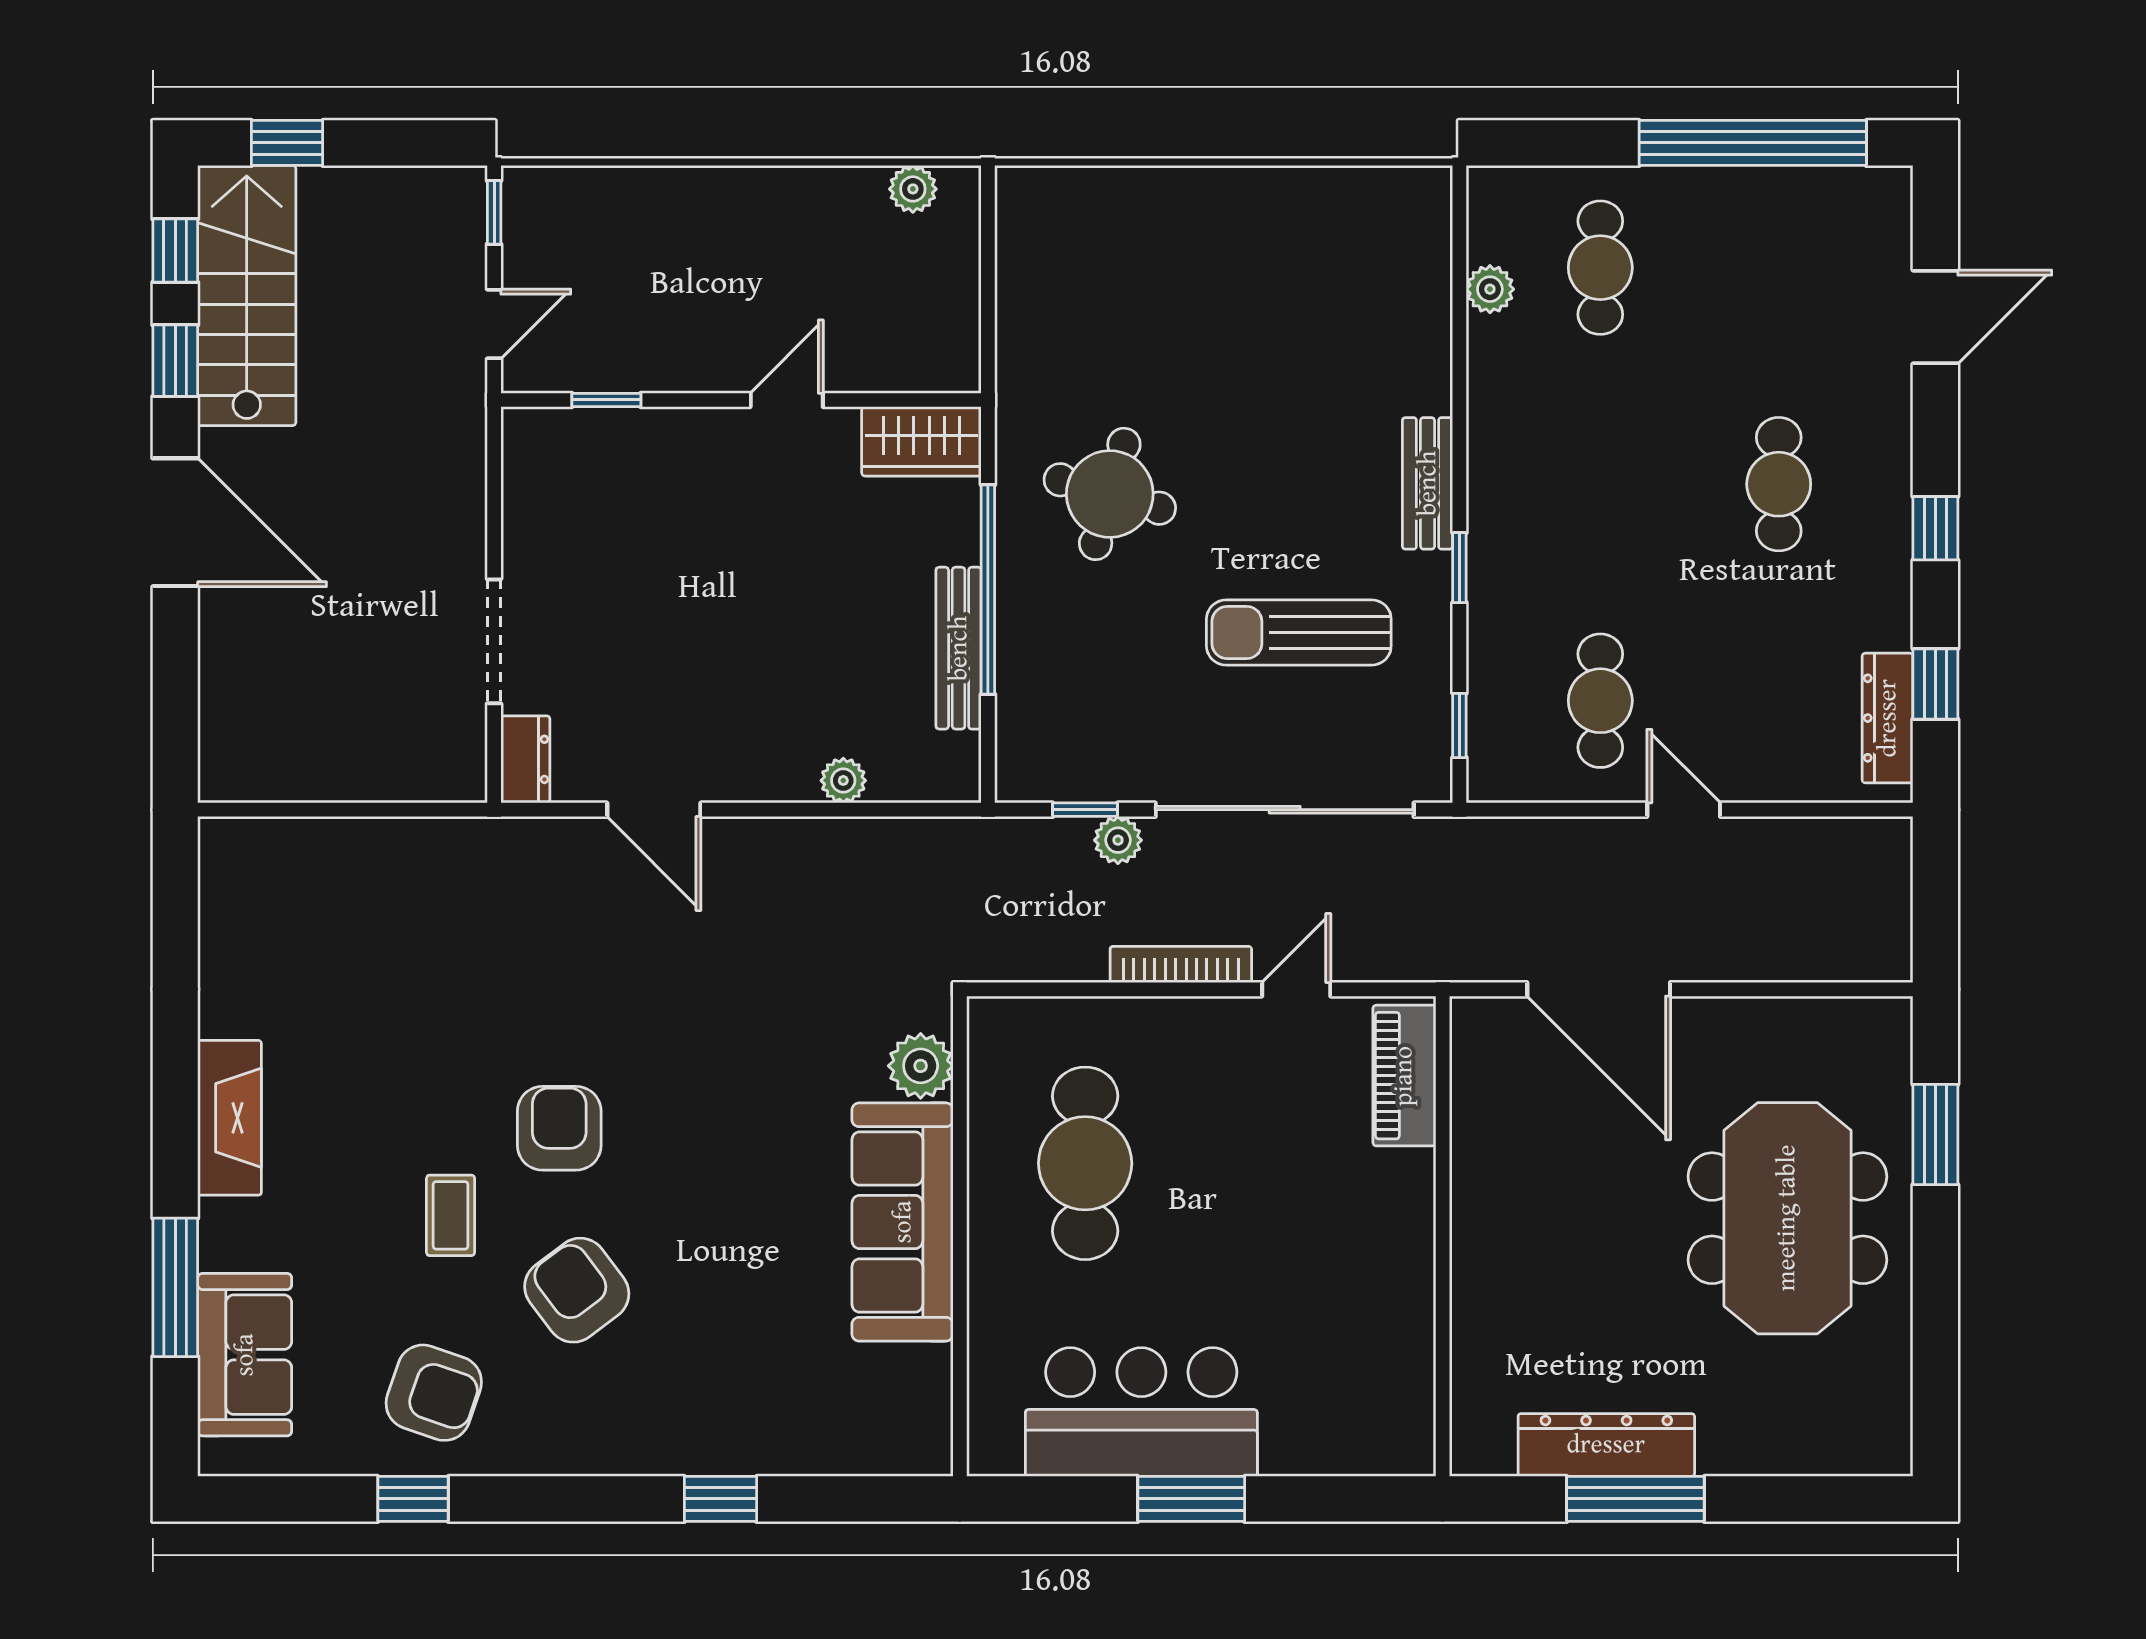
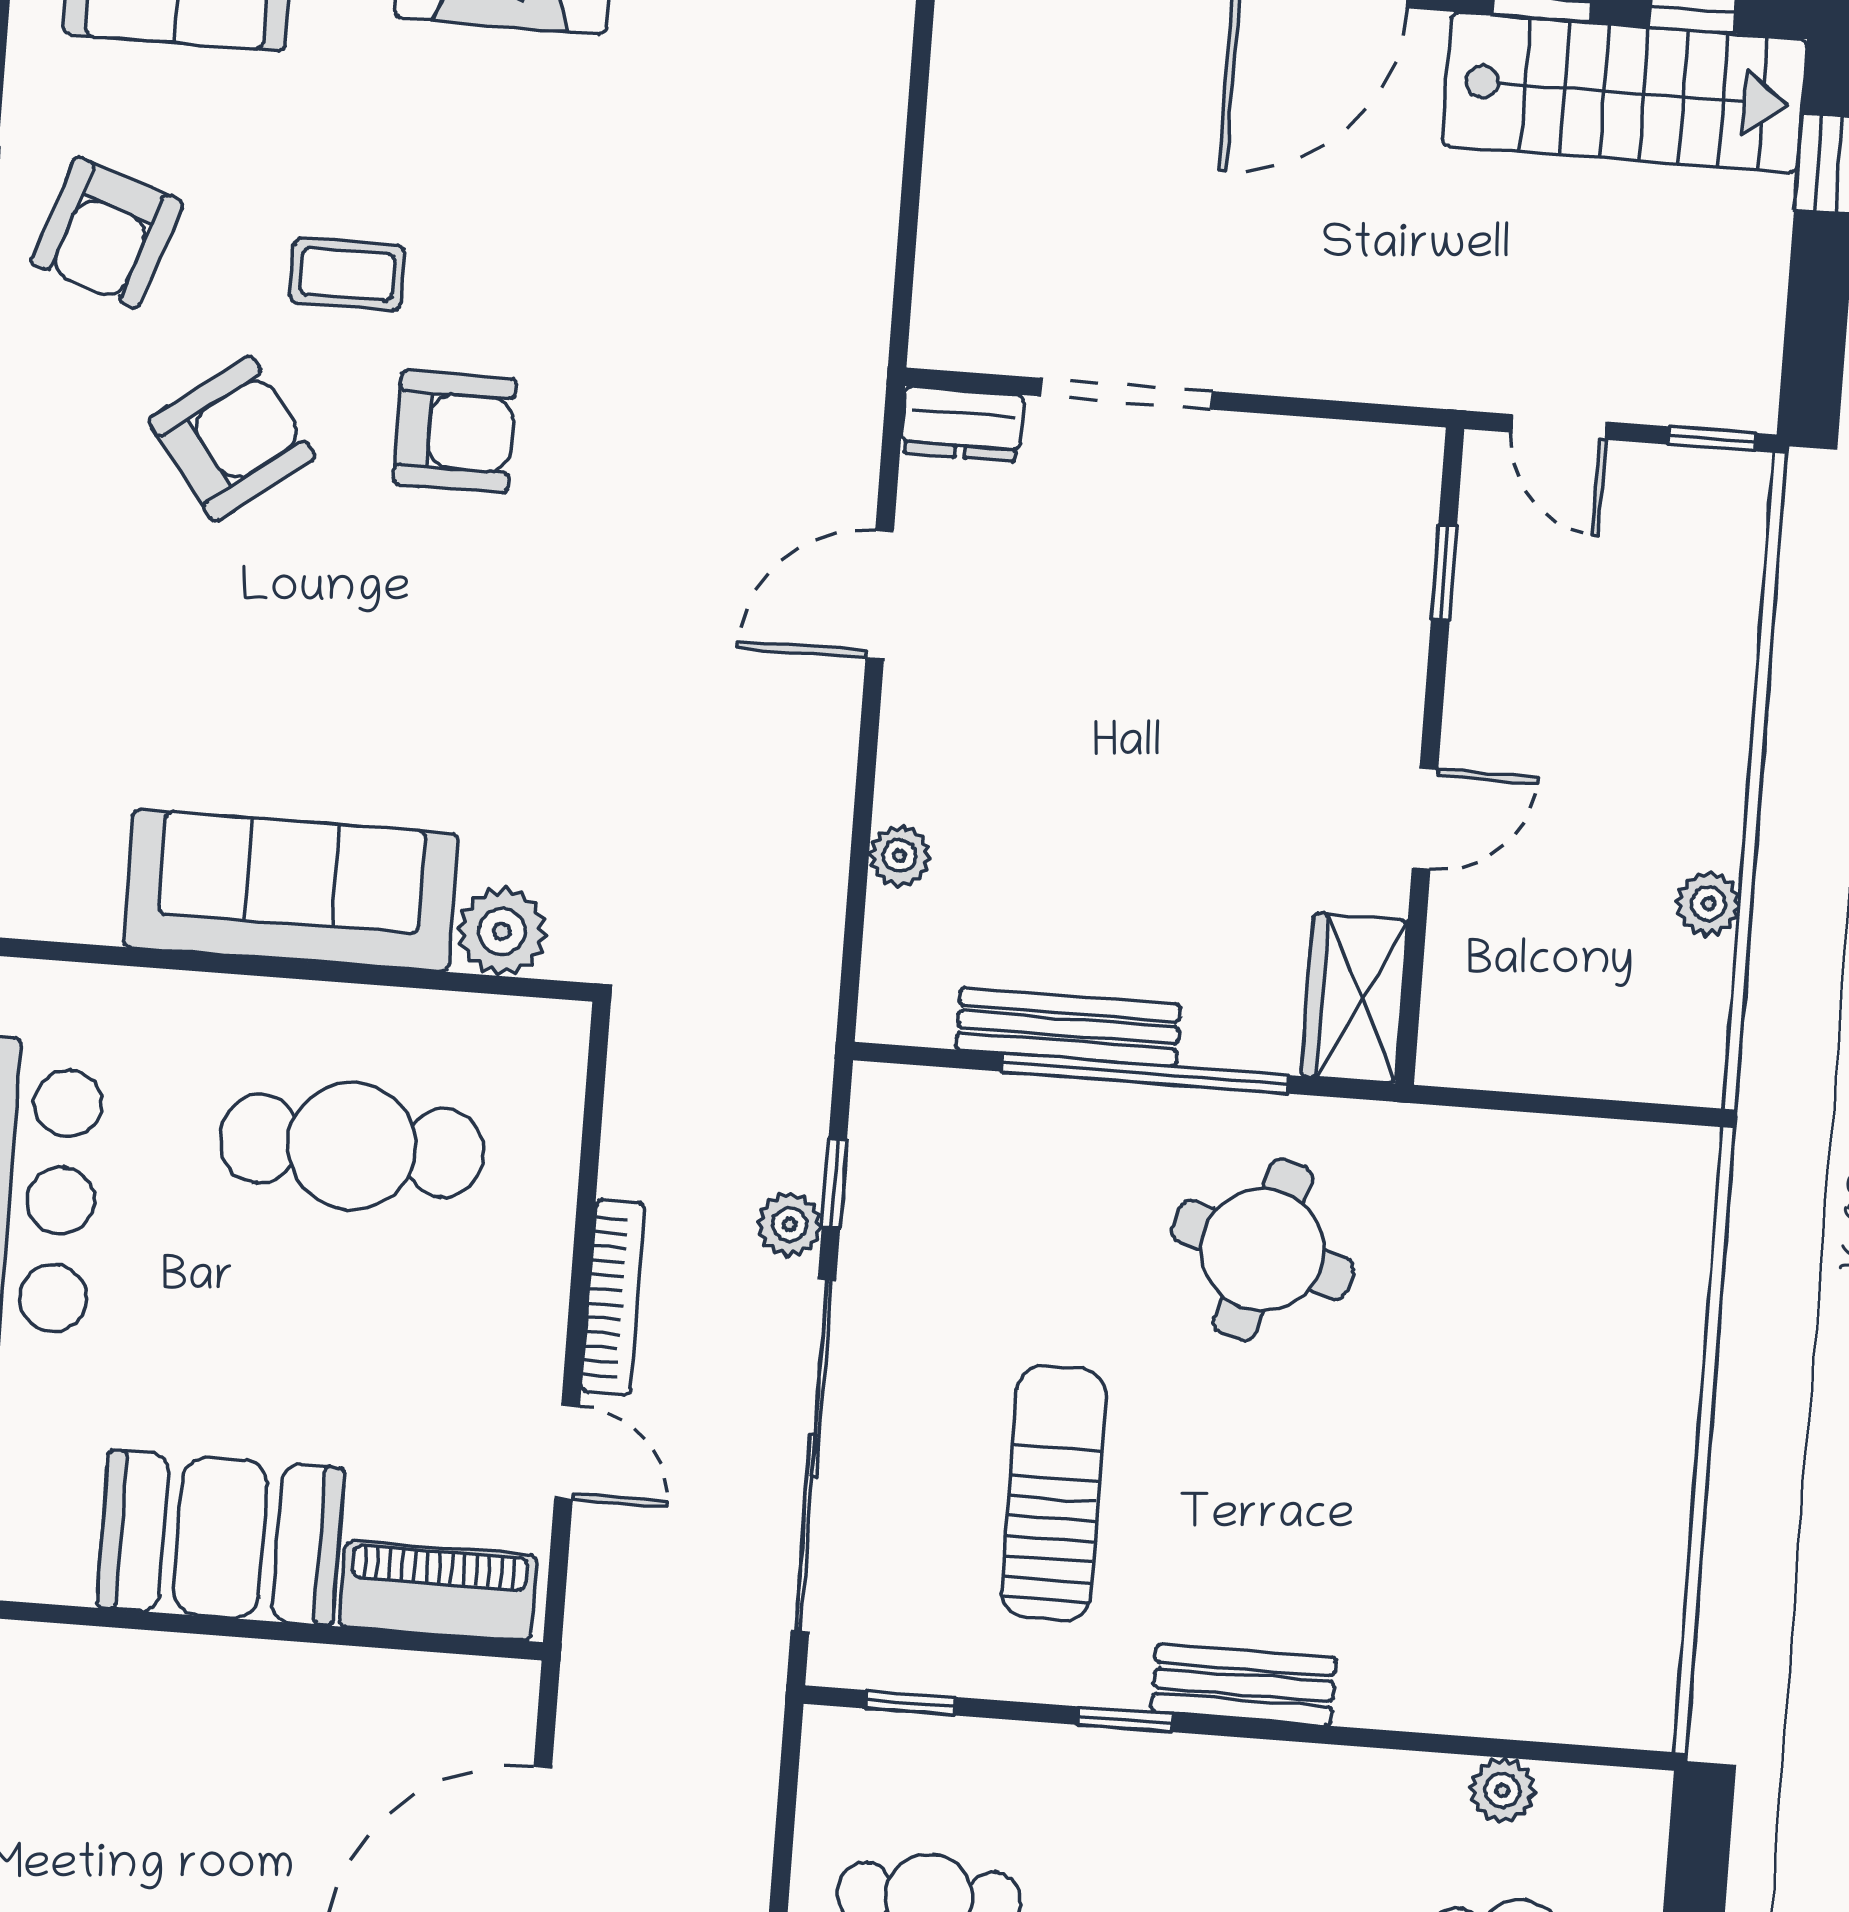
plant: (913, 189) -> (1708, 904), moved
door: (787, 400) -> (1425, 819), hinge flipped
booth: (1378, 1237) -> (221, 1538), added

